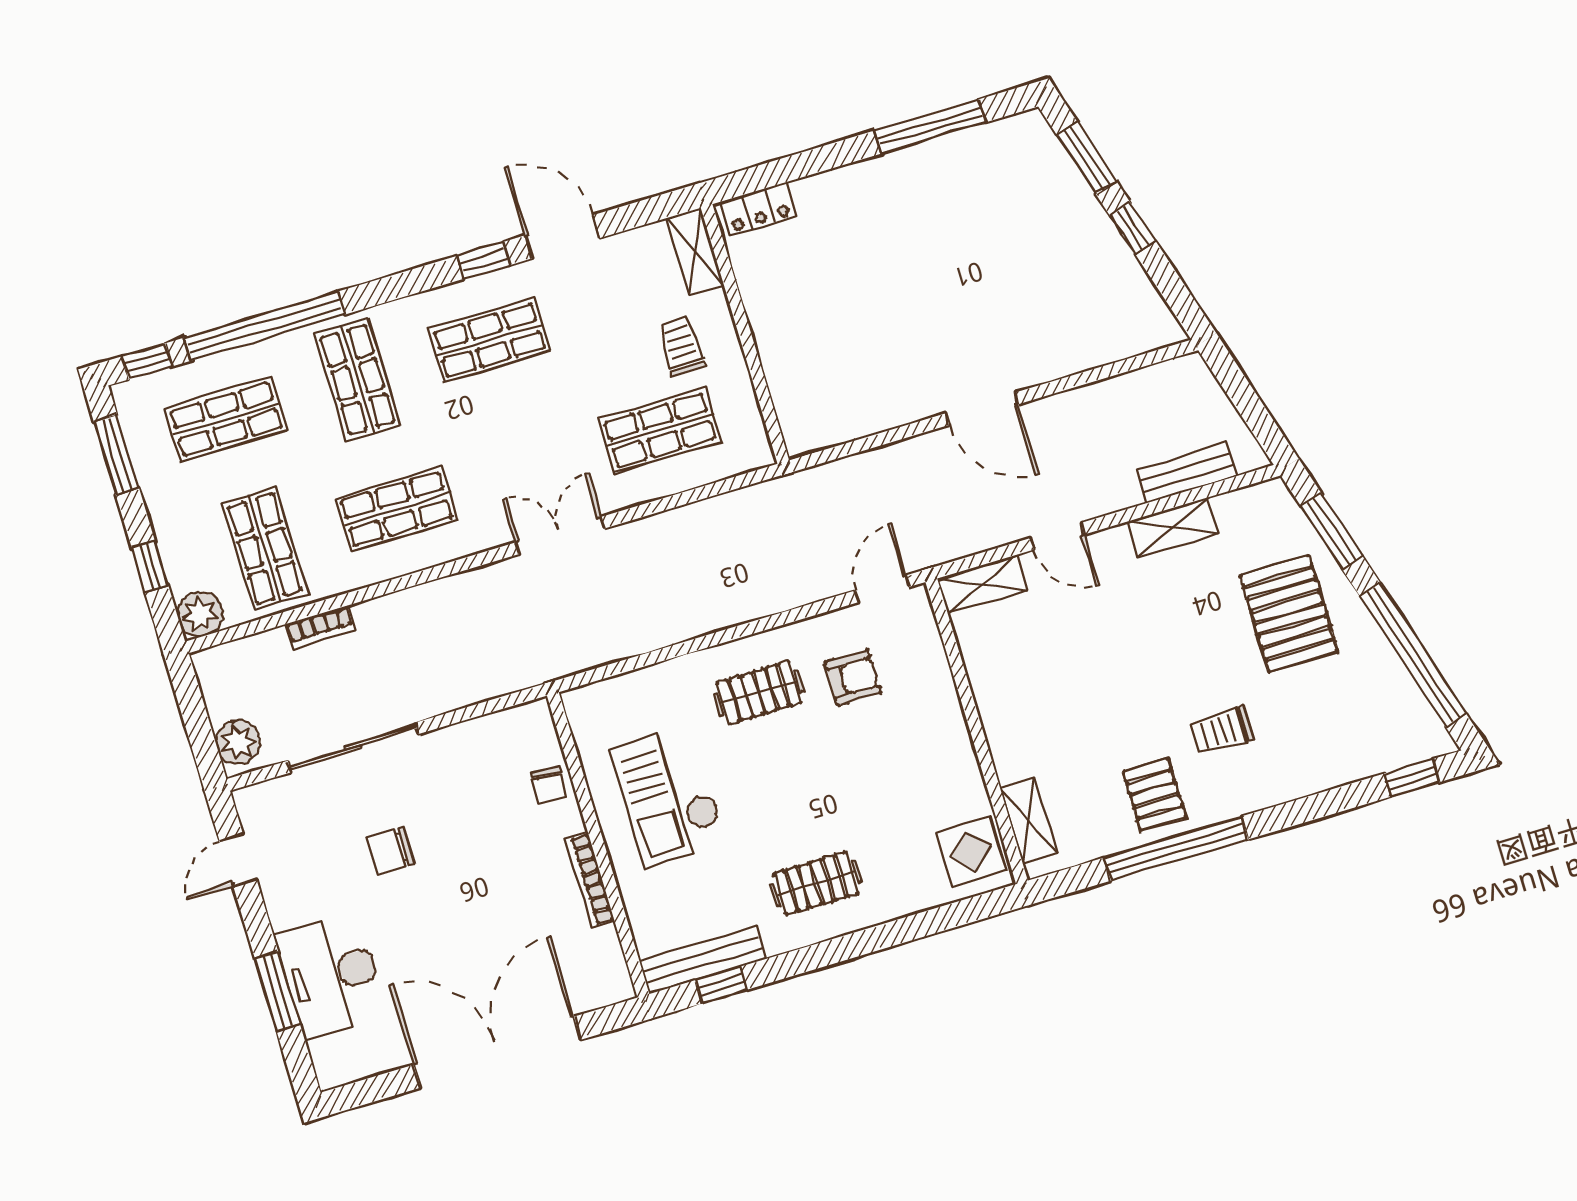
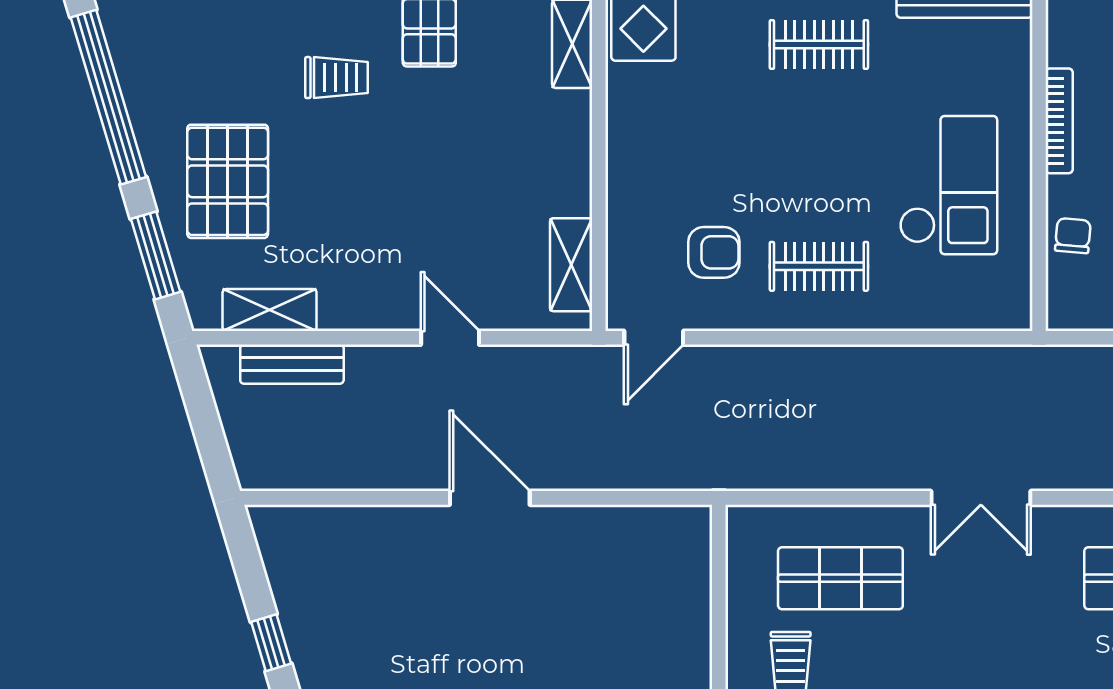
shelving: (1173, 527) -> (270, 310), moved
shelving: (983, 585) -> (571, 265), moved, turned 90
armchair: (853, 678) -> (714, 252), turned 180

